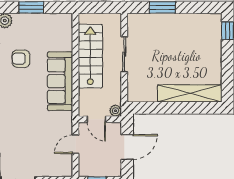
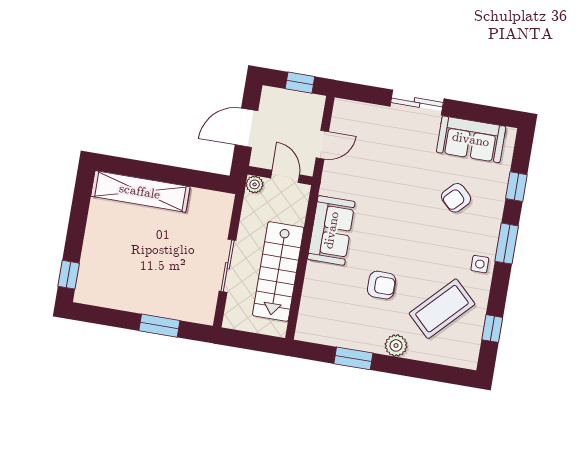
sofa: (60, 81) -> (331, 230), width x0.73

